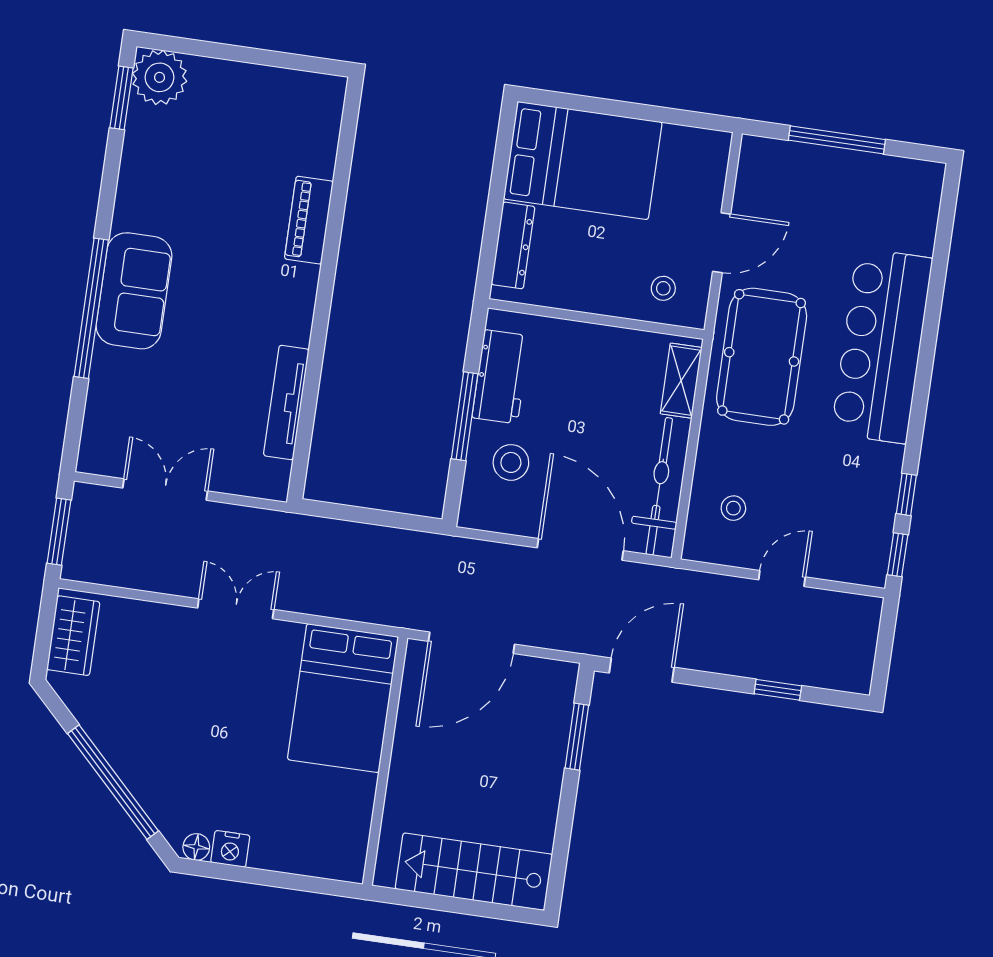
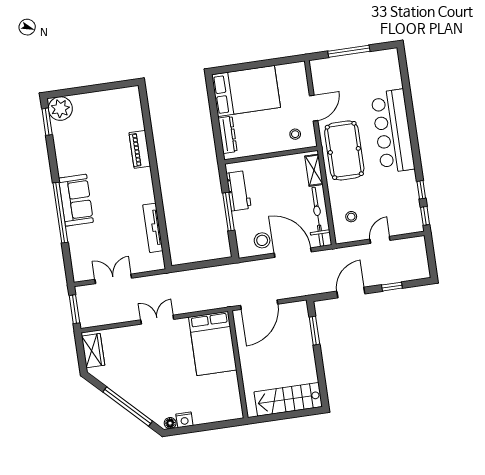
stool: (511, 462) -> (262, 240), moved
door: (642, 670) -> (351, 293), moved

